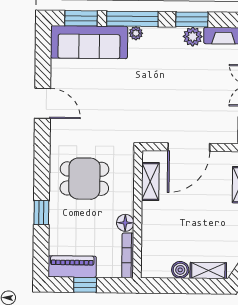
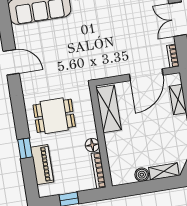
door: (189, 147) -> (146, 75), moved
shelving: (150, 181) -> (109, 109), width x1.50, depth x1.33
piano: (72, 267) -> (42, 165), moved, turned 90

